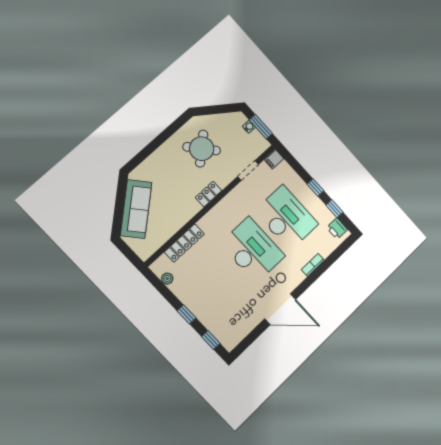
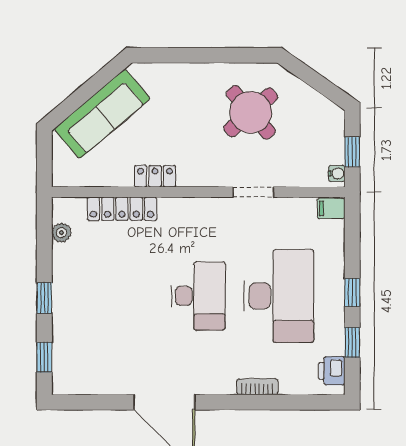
water cooler: (249, 127) -> (337, 173), moved
window: (261, 127) -> (352, 152), width x0.67
doorway: (248, 170) -> (253, 192), moved
locker: (209, 194) -> (155, 176), moved
desk: (253, 250) -> (198, 296), width x0.73, depth x0.77

